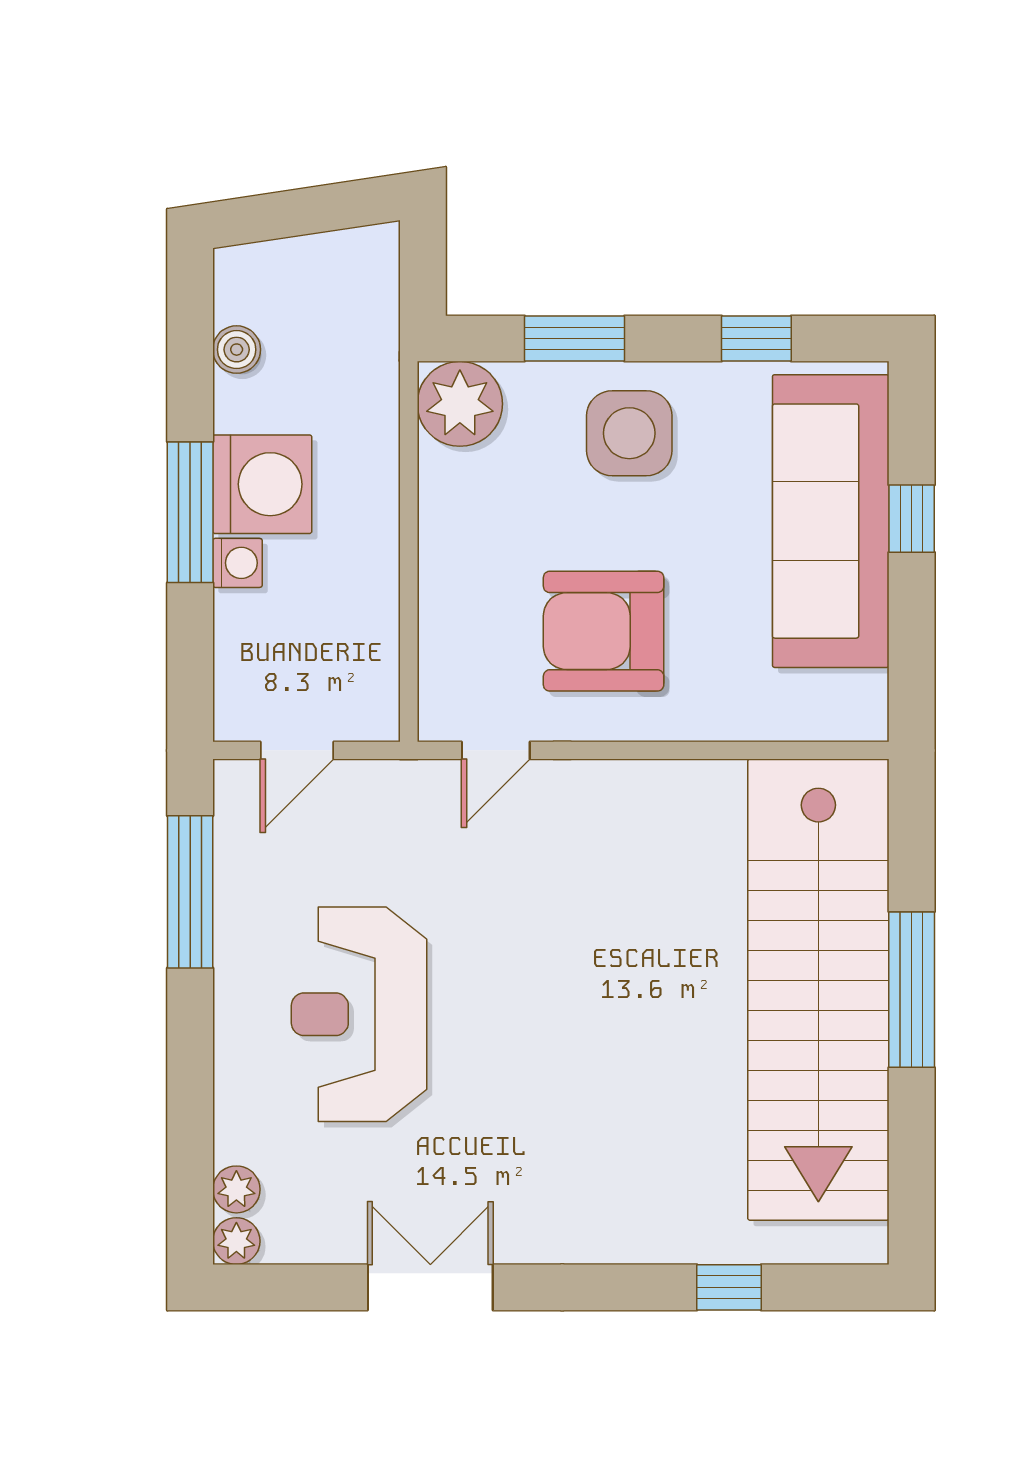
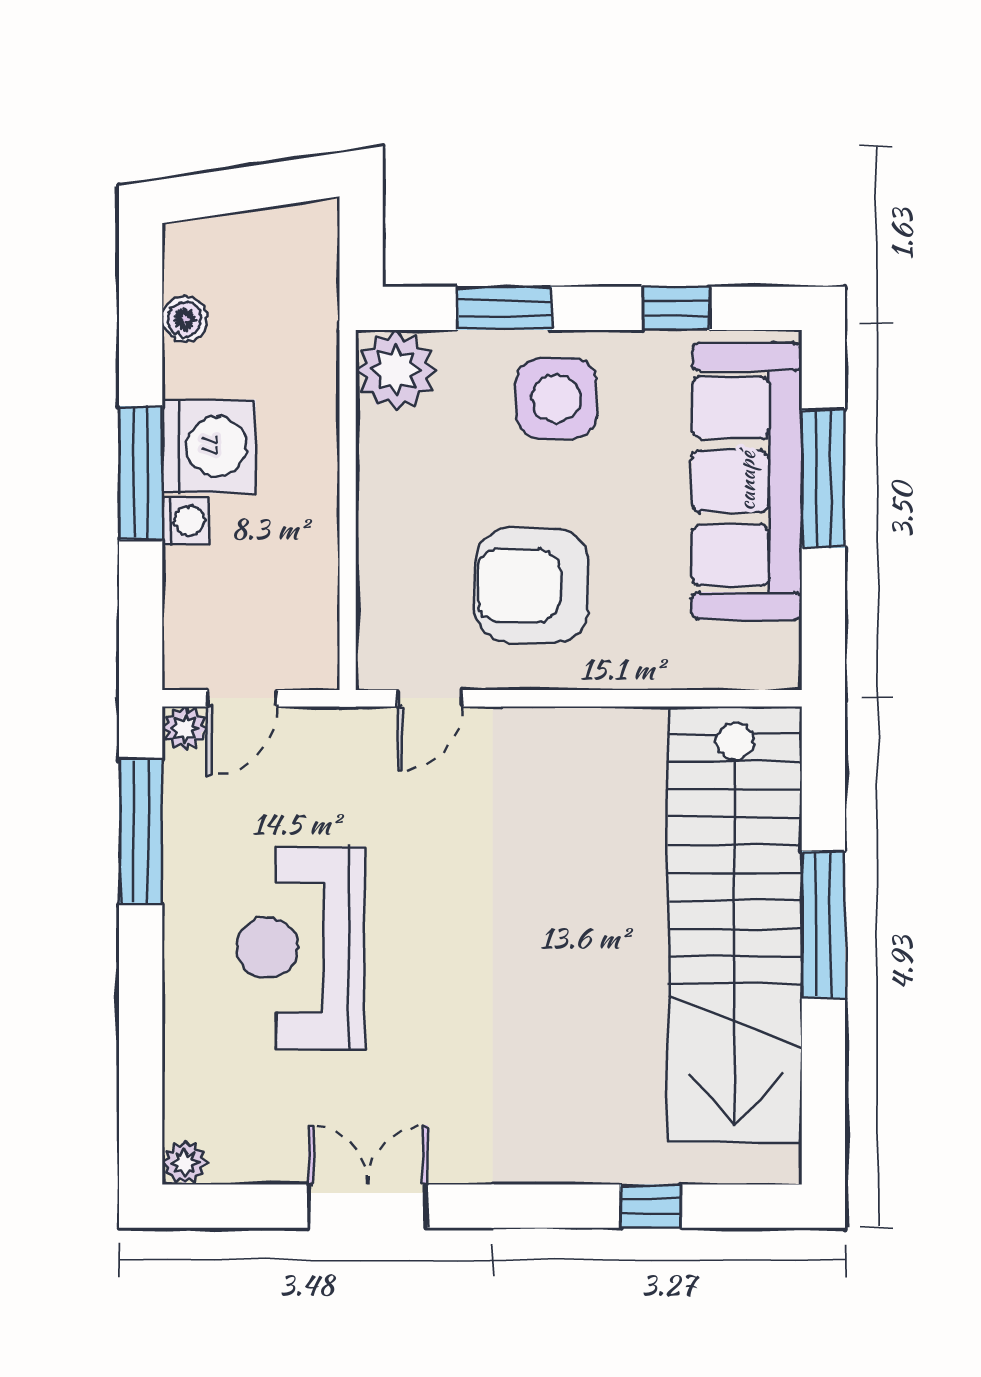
window: (912, 519) -> (823, 479), width x2.17
plant: (236, 1189) -> (185, 729), moved

